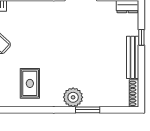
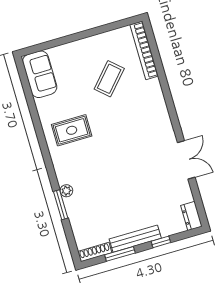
window: (141, 73) -> (120, 254), added
plant: (73, 97) -> (66, 191), width x0.53, depth x0.53

